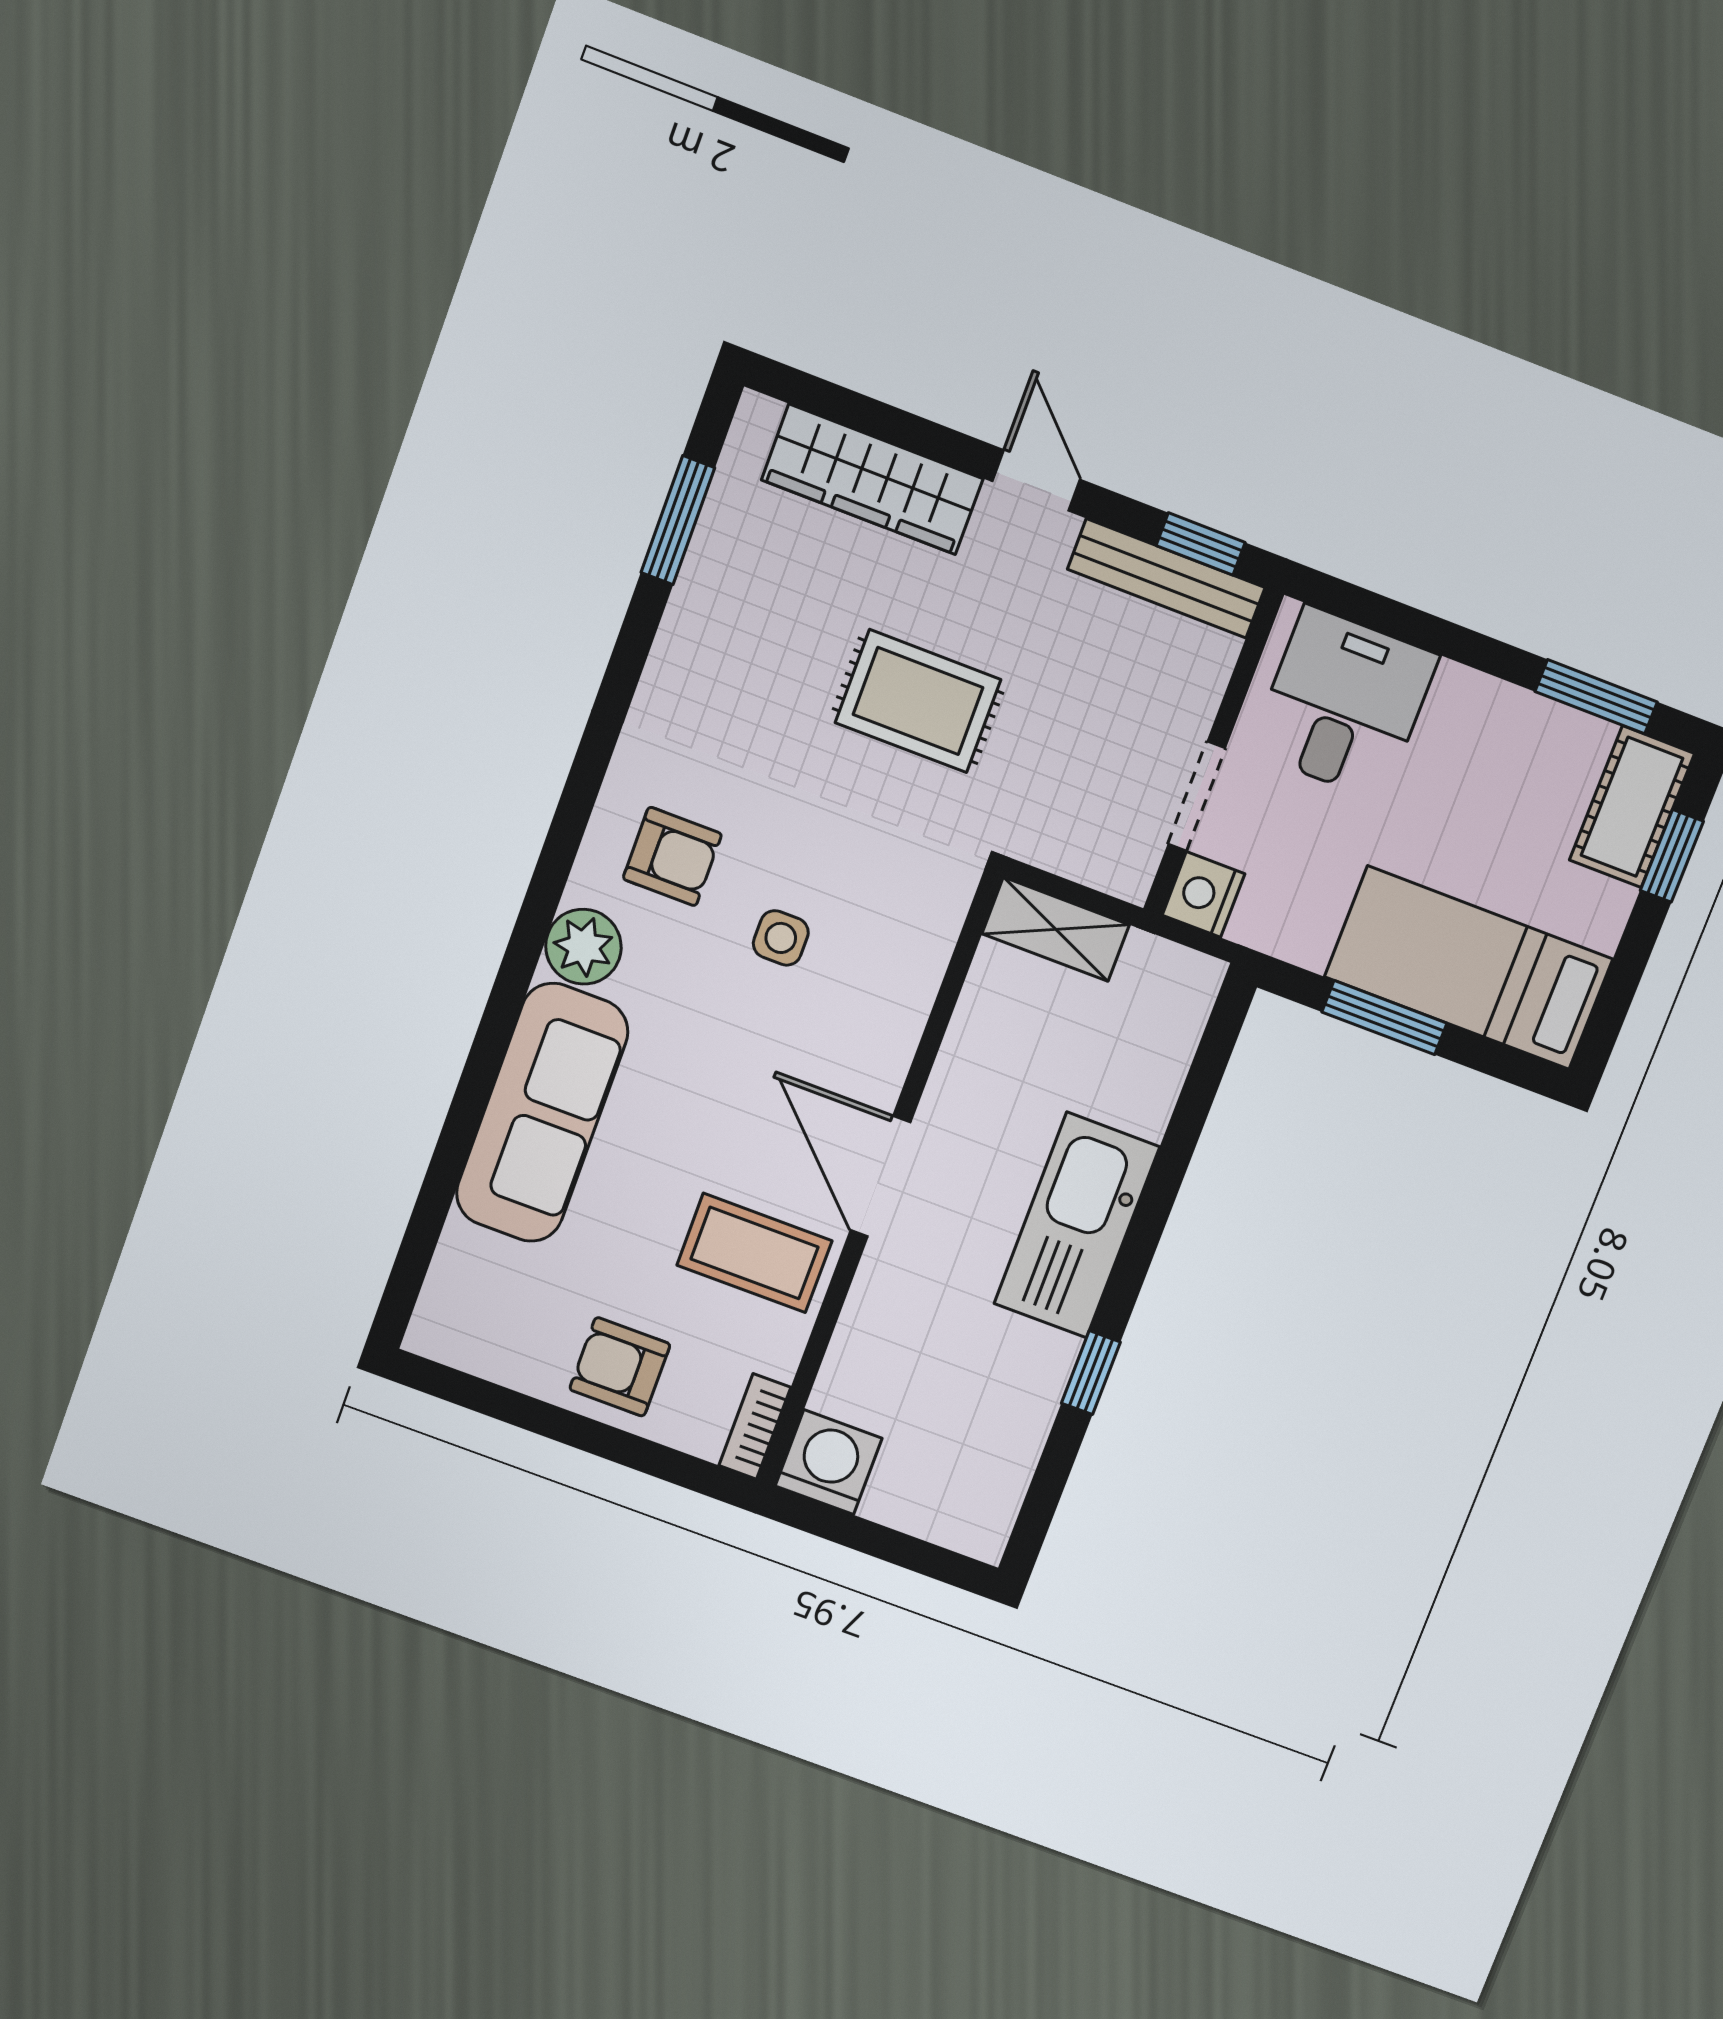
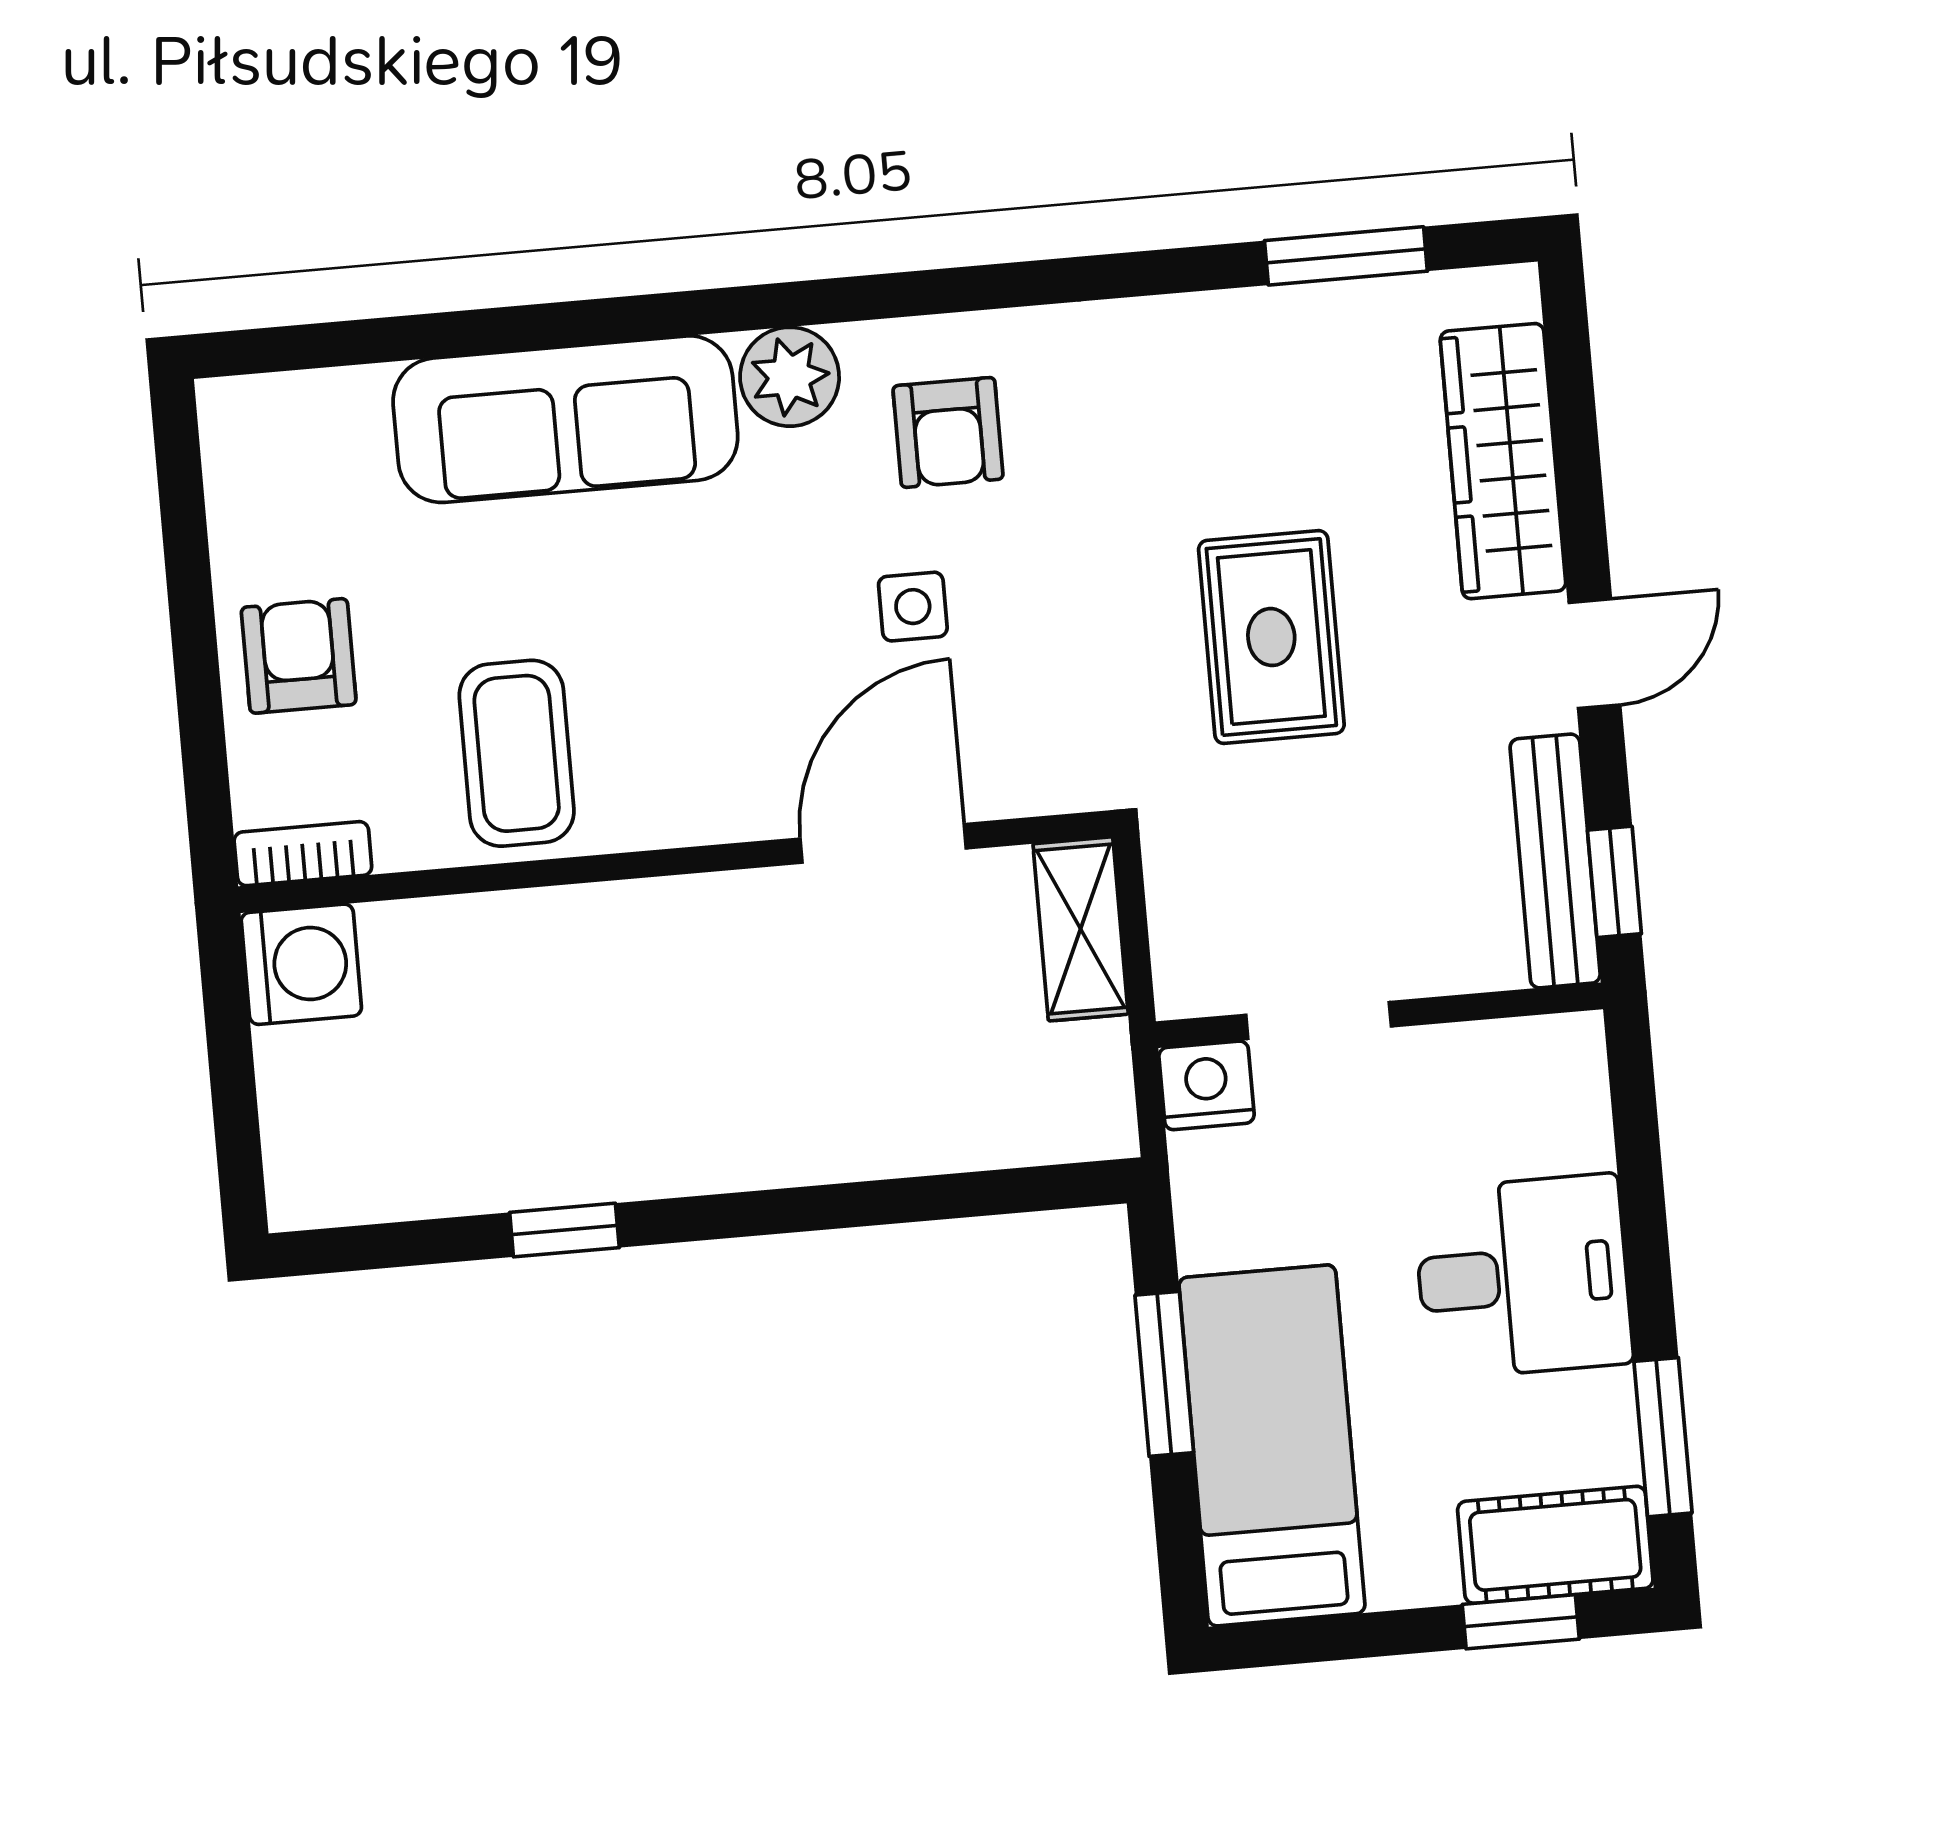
desk: (1344, 704) -> (1523, 1277), moved
door: (880, 1176) -> (883, 843), moved
kitchen sink: (1077, 1225) -> (737, 1126), removed

